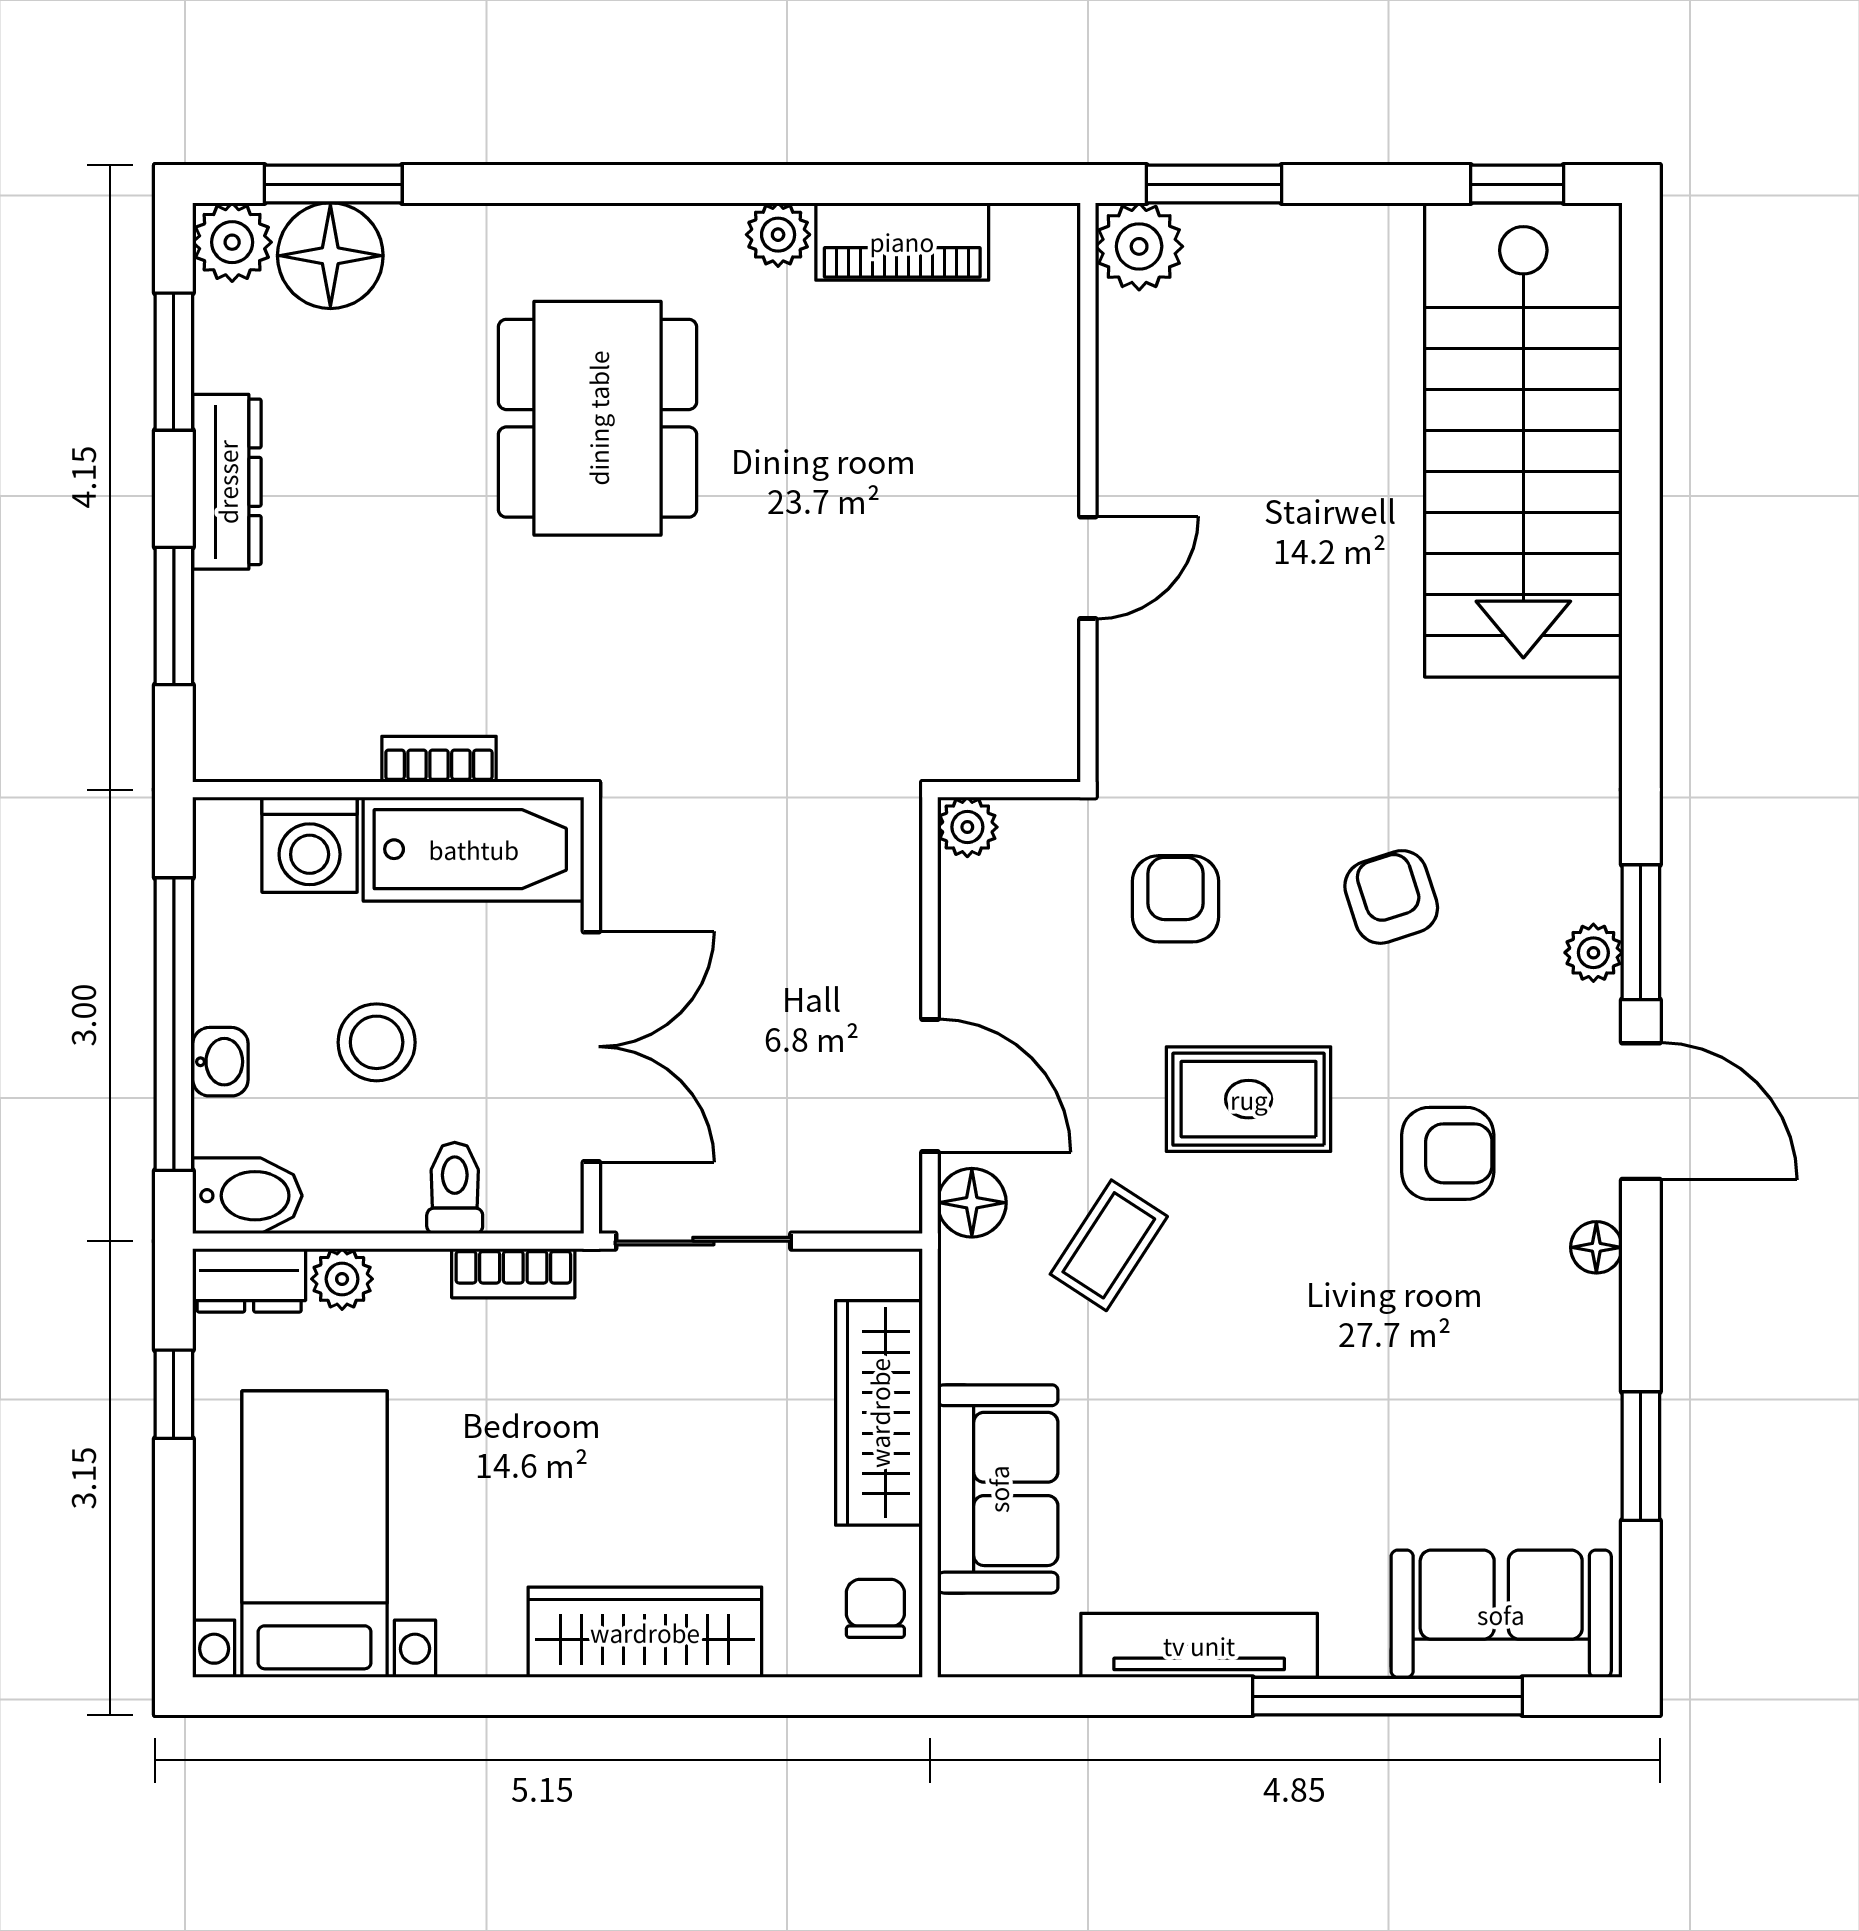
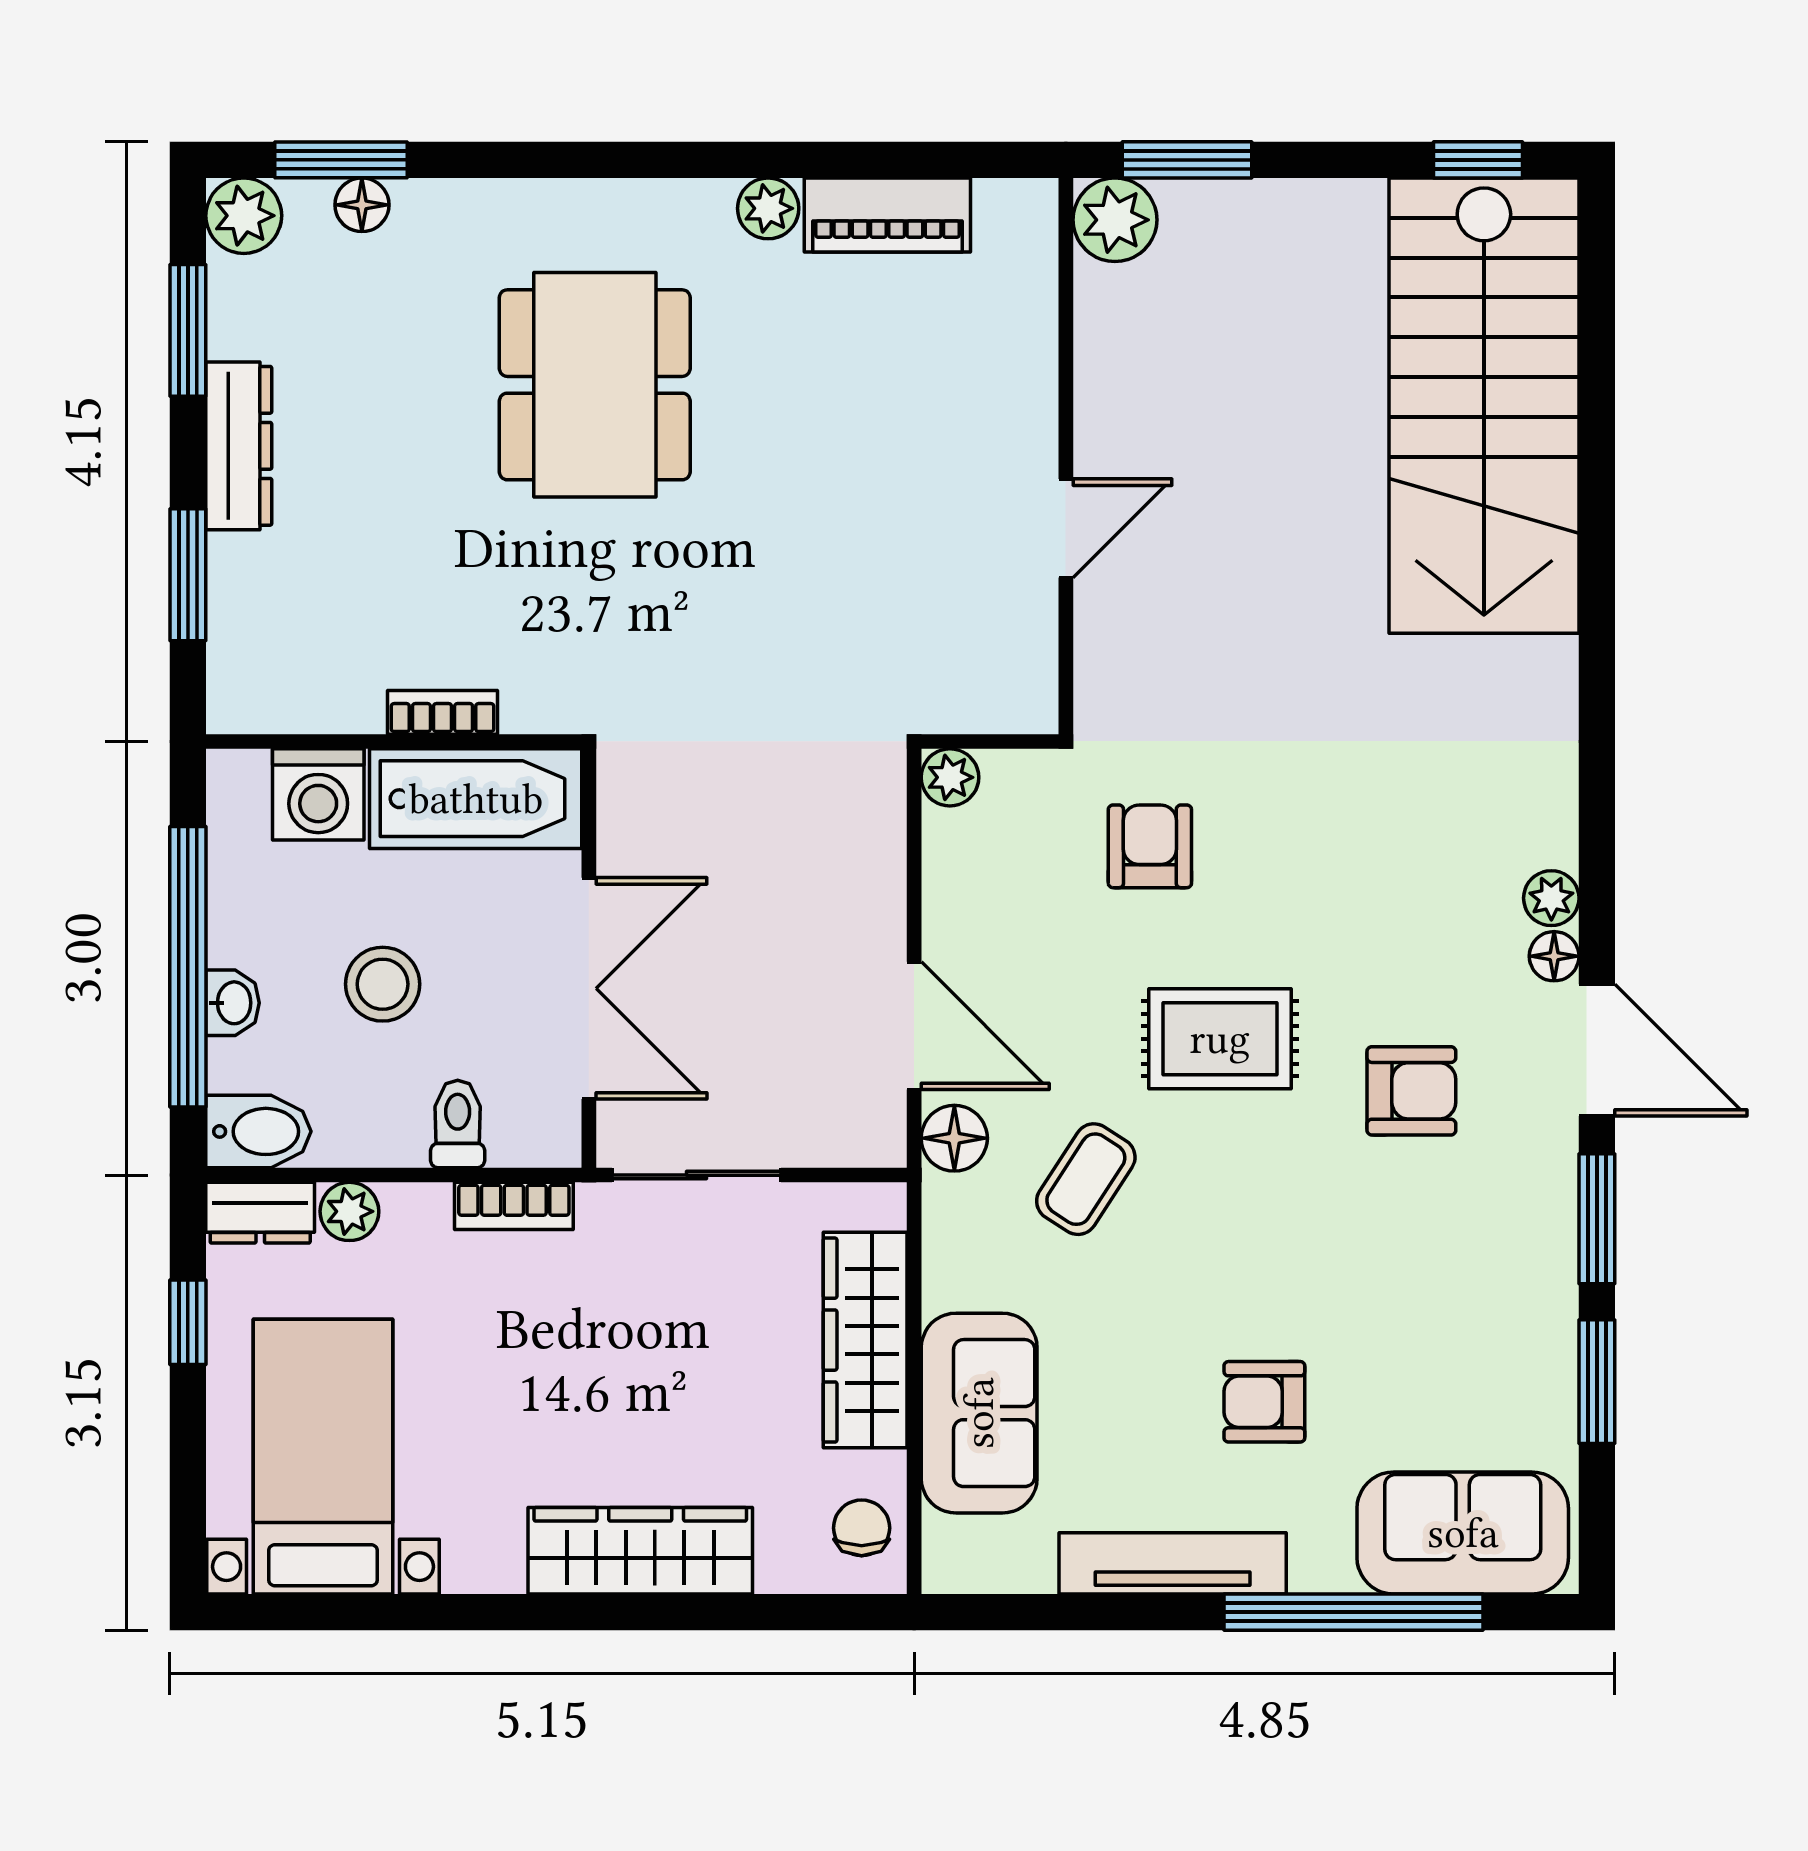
floor lamp: (330, 256) -> (362, 205), width x0.53, depth x0.53
armchair: (1391, 897) -> (1264, 1402), moved, turned -72
window: (1641, 932) -> (1597, 1219), moved
floor lamp: (1596, 1247) -> (1554, 956), moved

